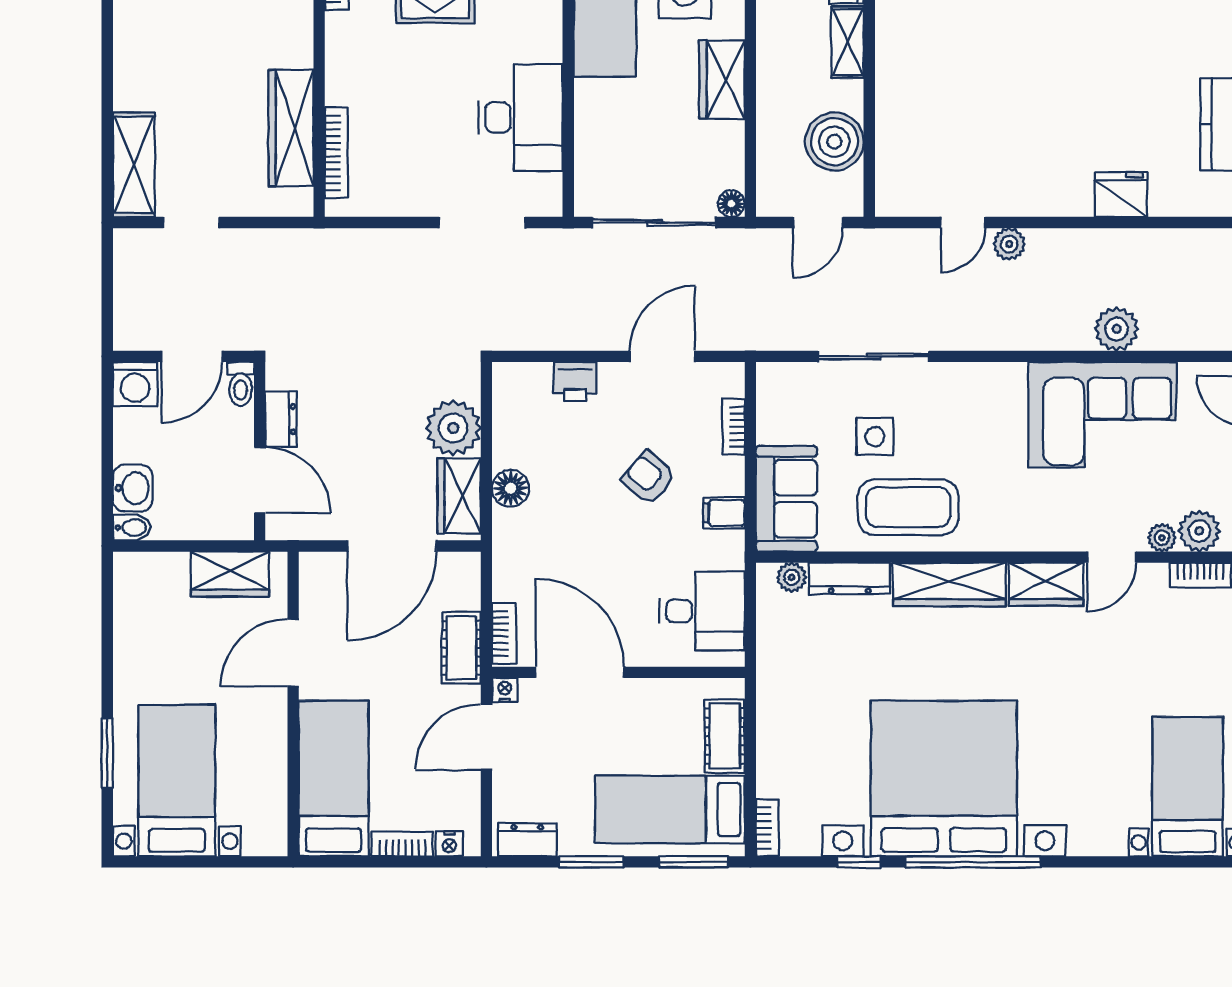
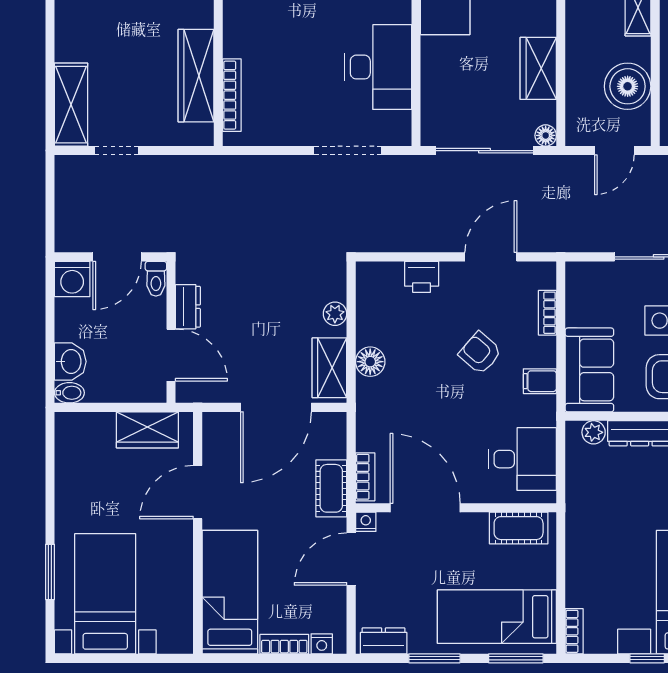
wardrobe: (722, 80) -> (538, 68), moved
plant: (453, 428) -> (335, 314), width x0.53, depth x0.53
cot: (725, 736) -> (519, 528), moved, turned 90

